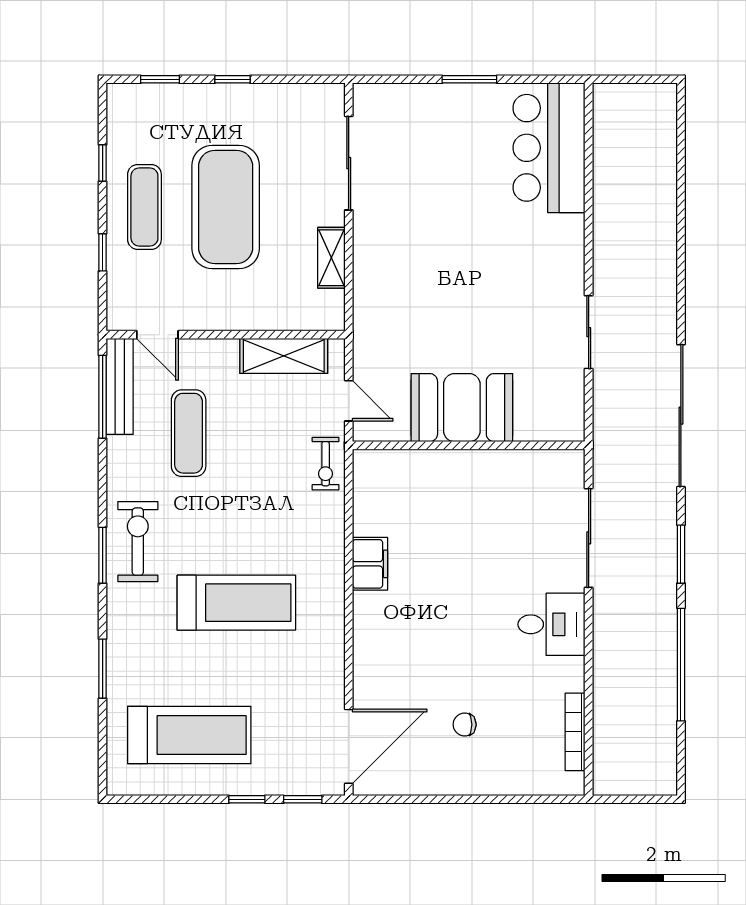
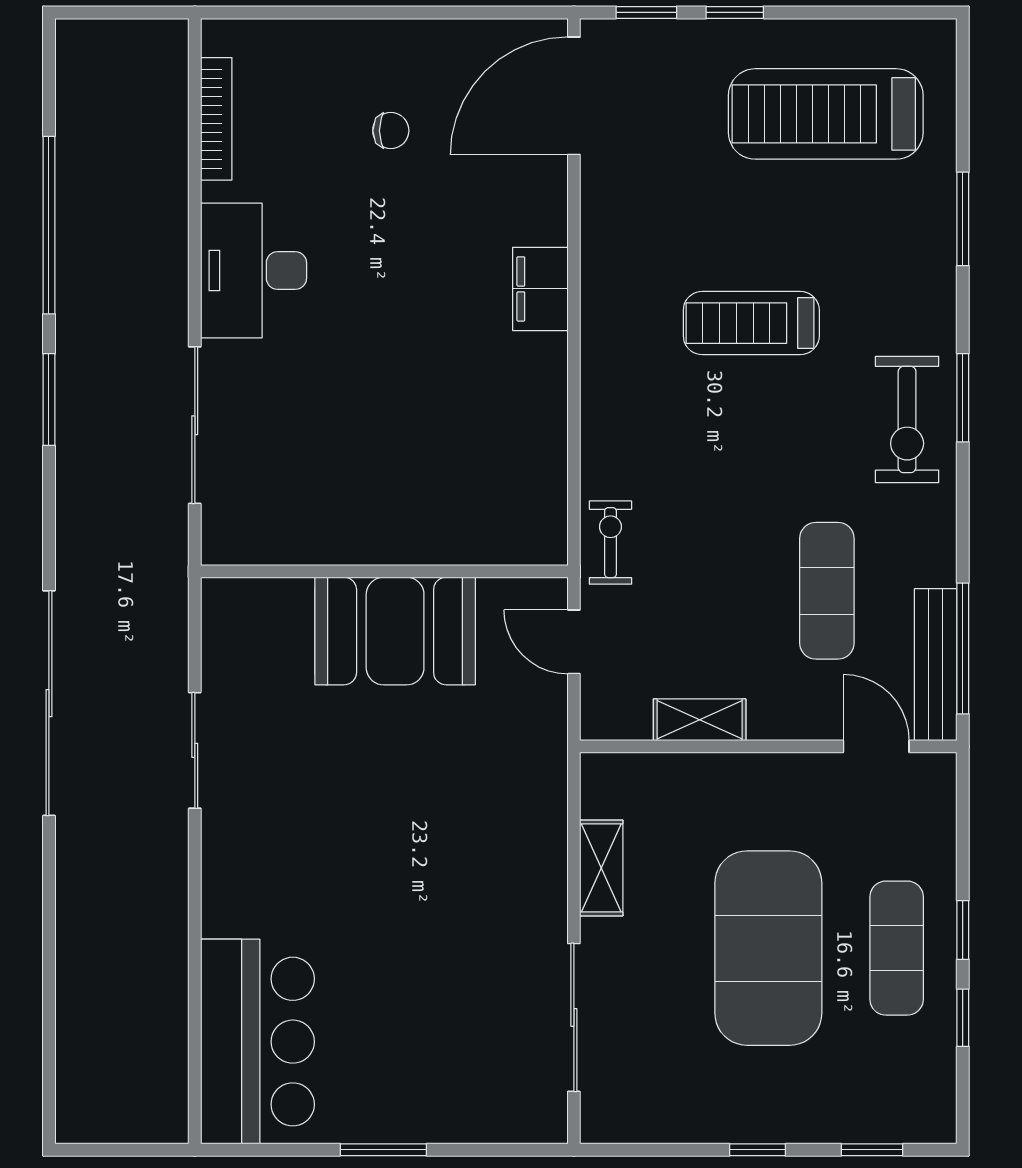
window: (103, 252) -> (963, 930), moved
shelving: (284, 356) -> (700, 720), width x0.67, depth x0.75
sliding door: (681, 416) -> (49, 703), moved
filing cabinet: (370, 564) -> (540, 289), moved
treadmill: (236, 603) -> (751, 323), width x0.73, depth x0.73
desk: (551, 624) -> (254, 270), width x1.37

